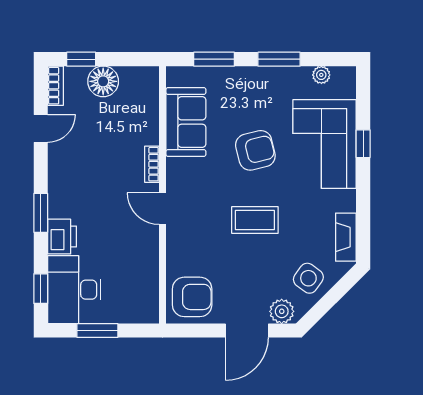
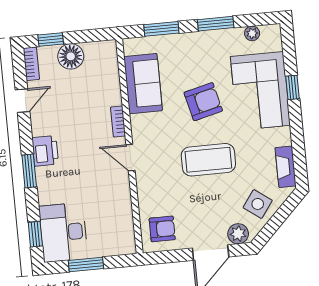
coffee table: (255, 220) -> (208, 160), width x1.36, depth x1.32
printer: (62, 237) -> (45, 151), moved
armchair: (192, 297) -> (162, 229), width x0.72, depth x0.72

